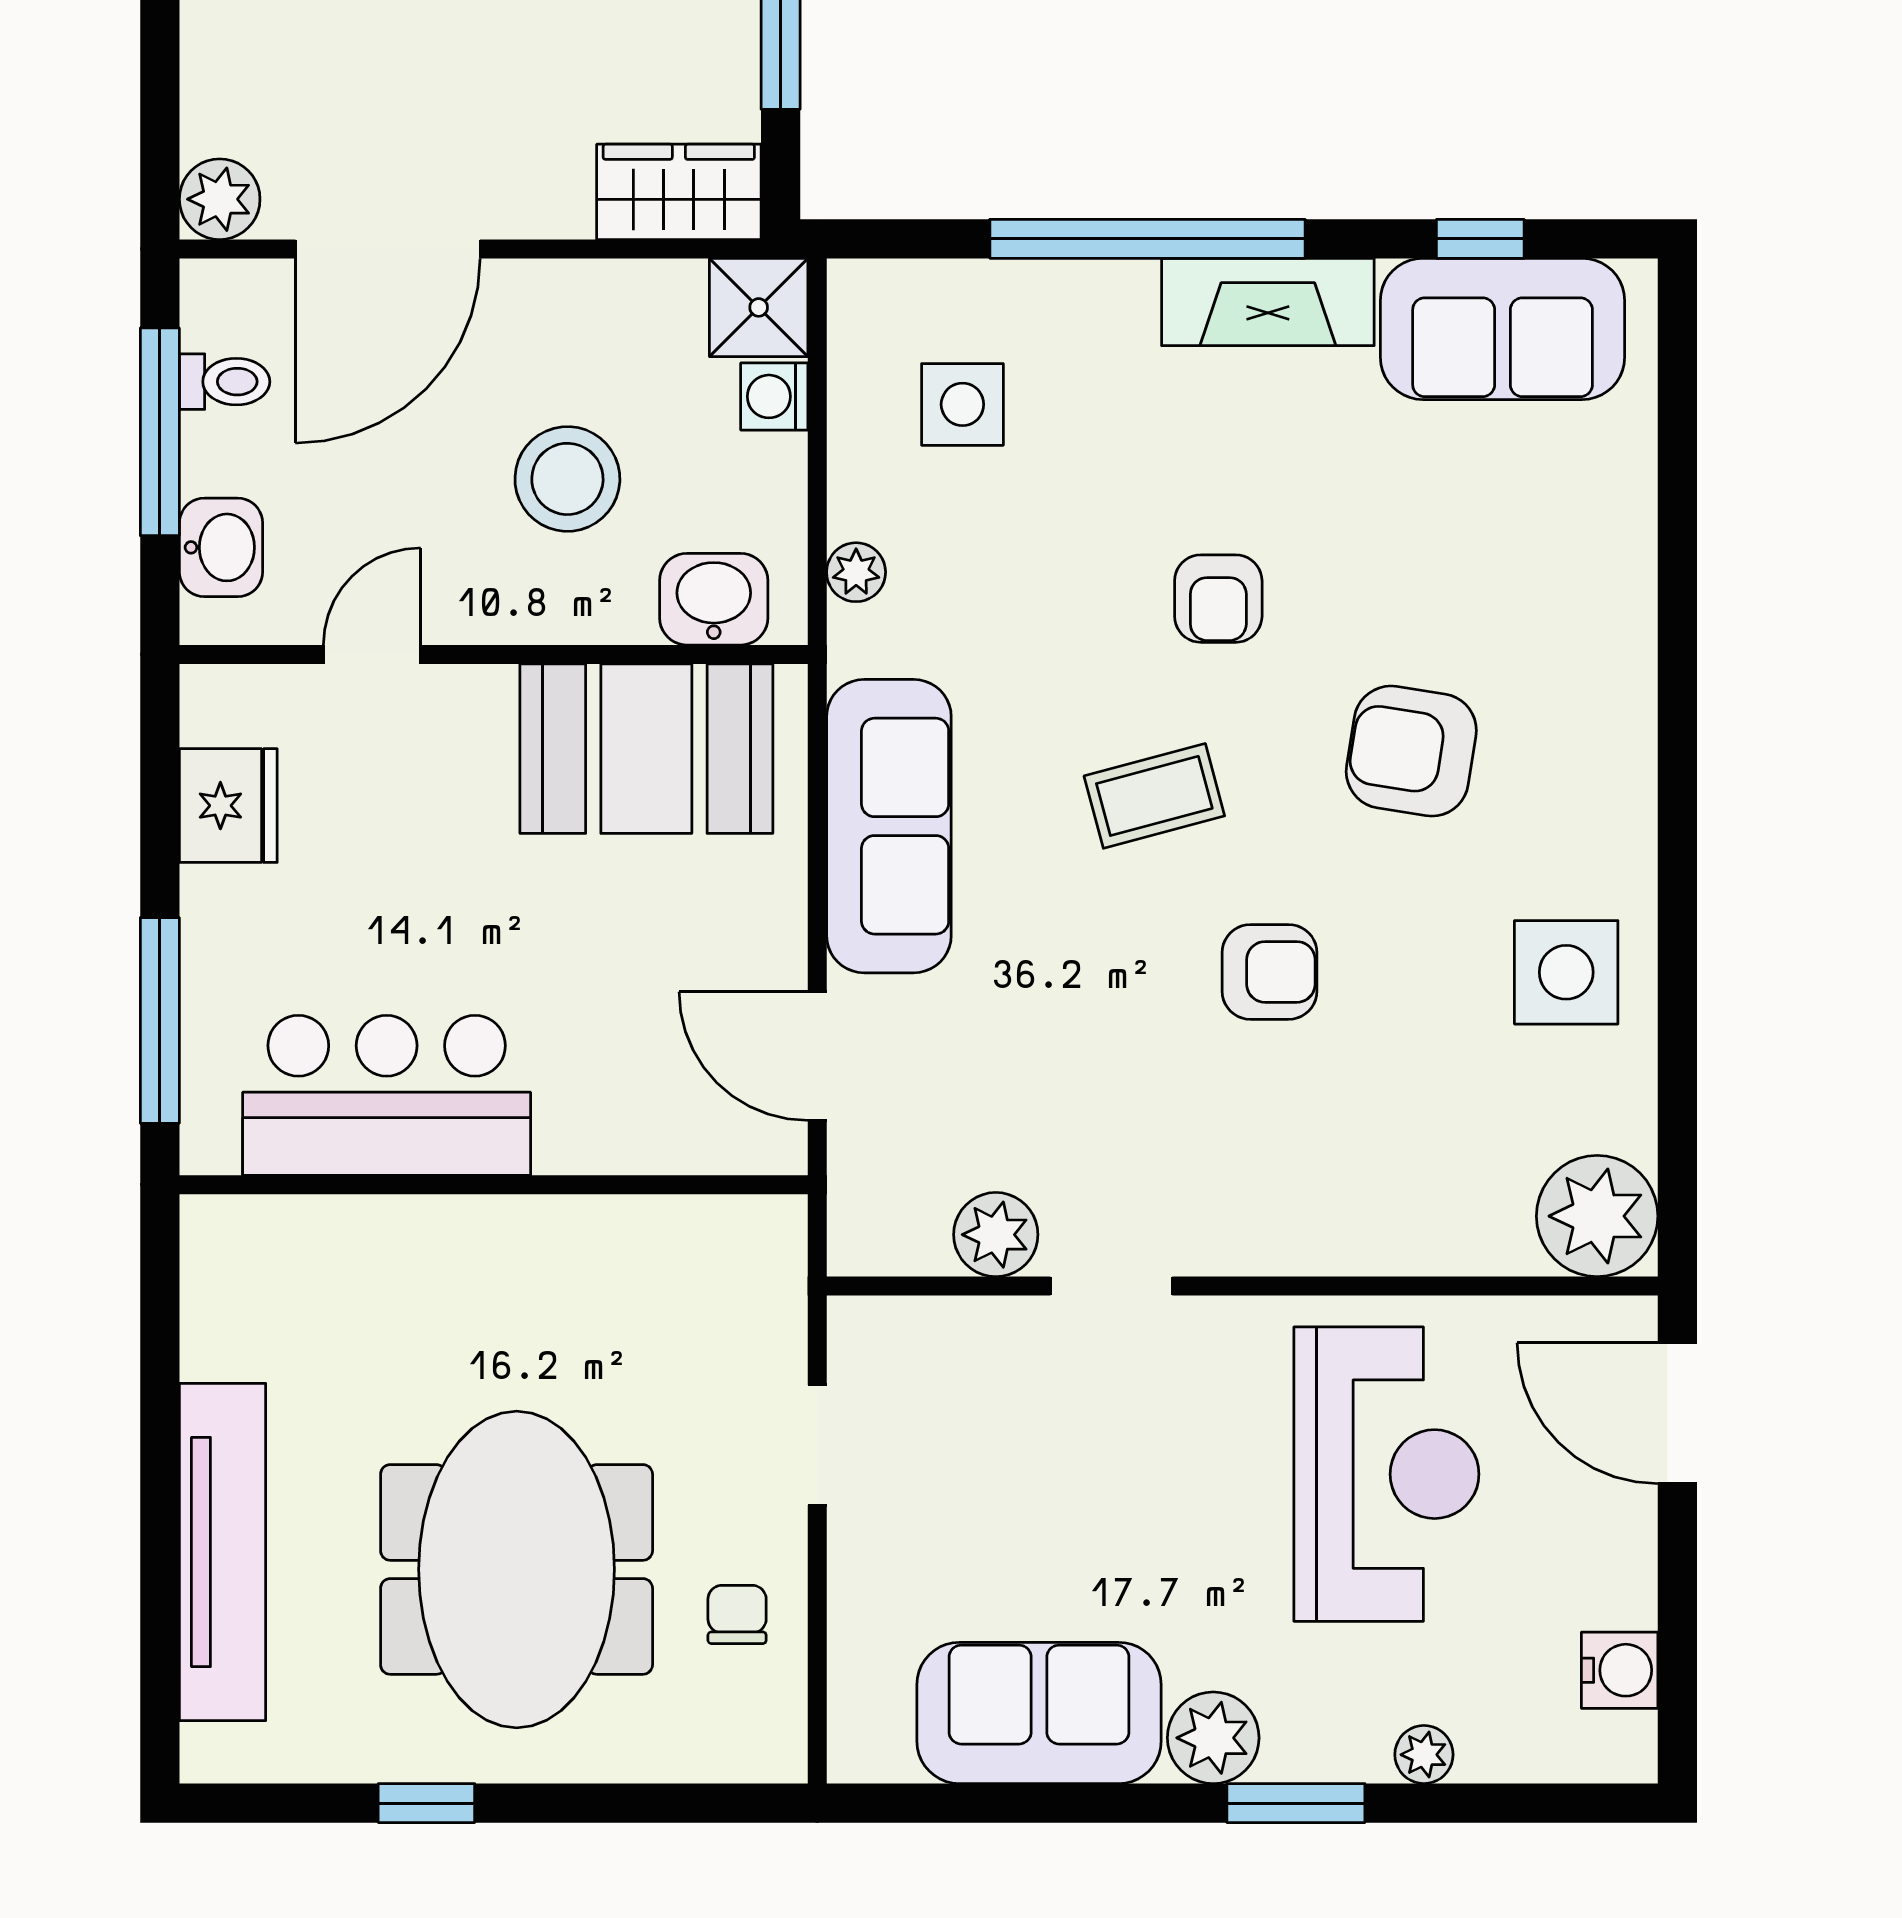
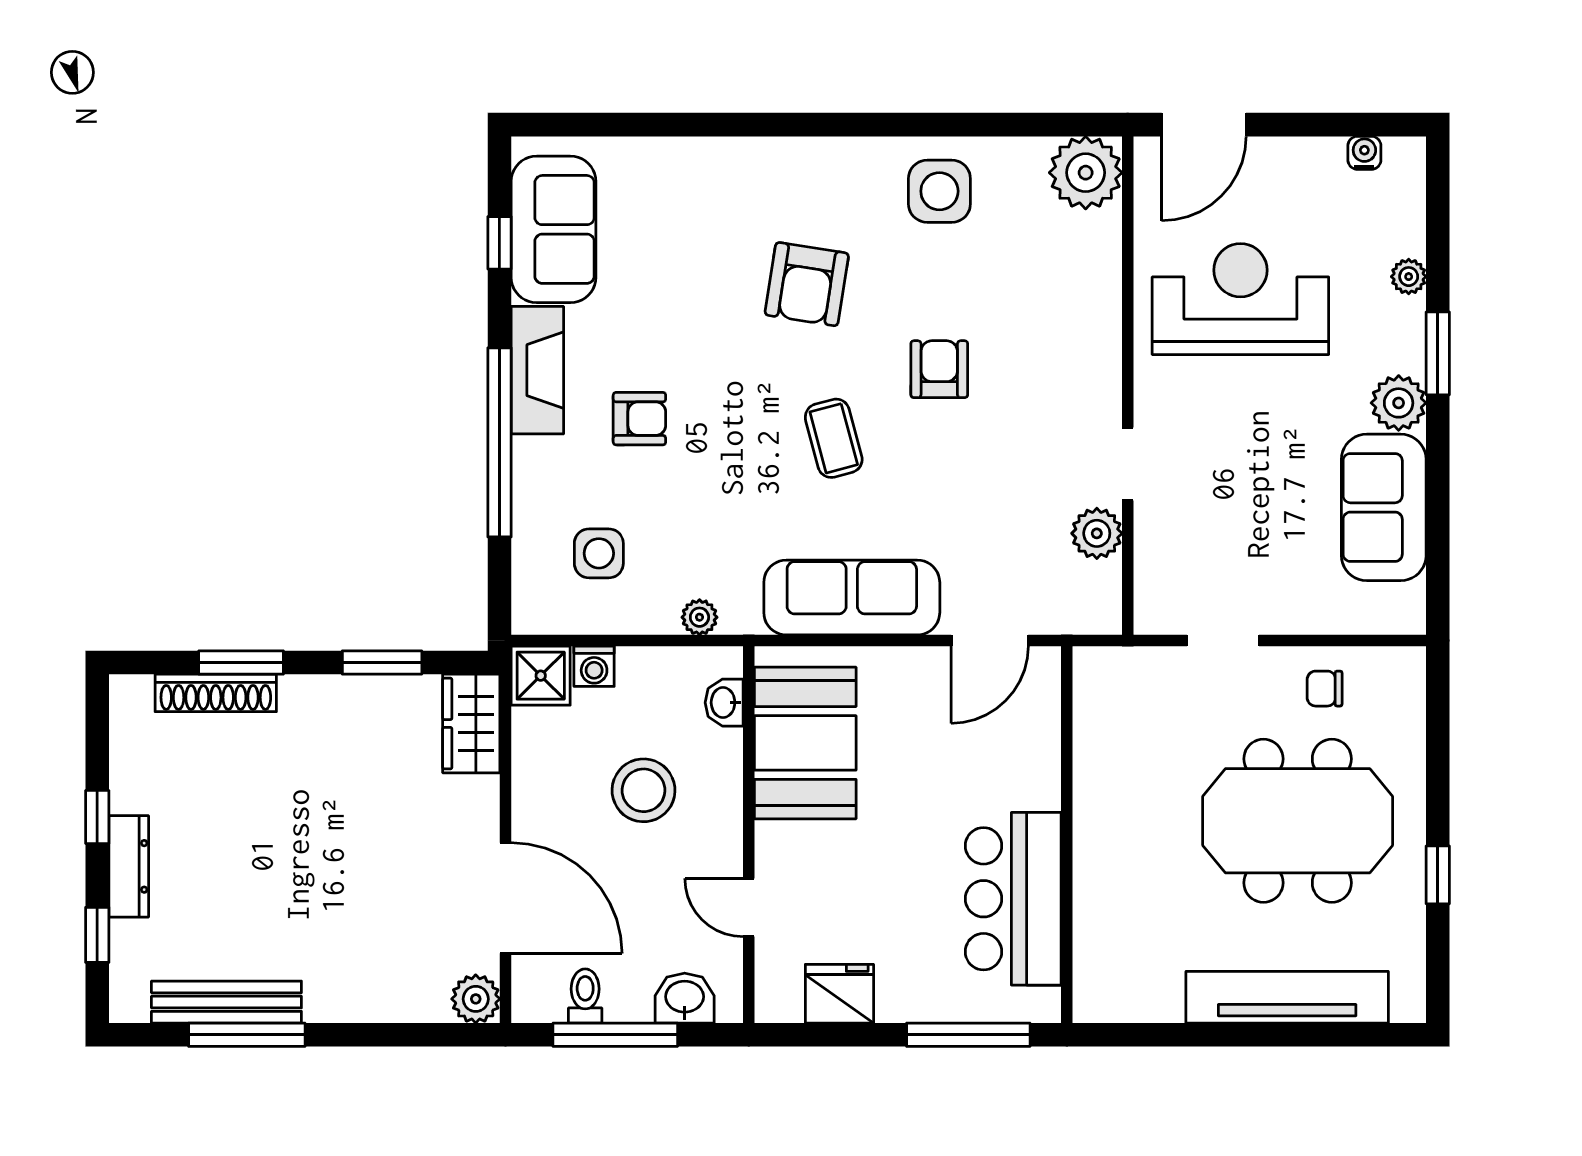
washbasin: (714, 599) -> (724, 703), width x0.72, depth x0.69
armchair: (1218, 599) -> (639, 419), moved
water cooler: (1620, 1670) -> (1364, 153), width x0.72, depth x0.72

